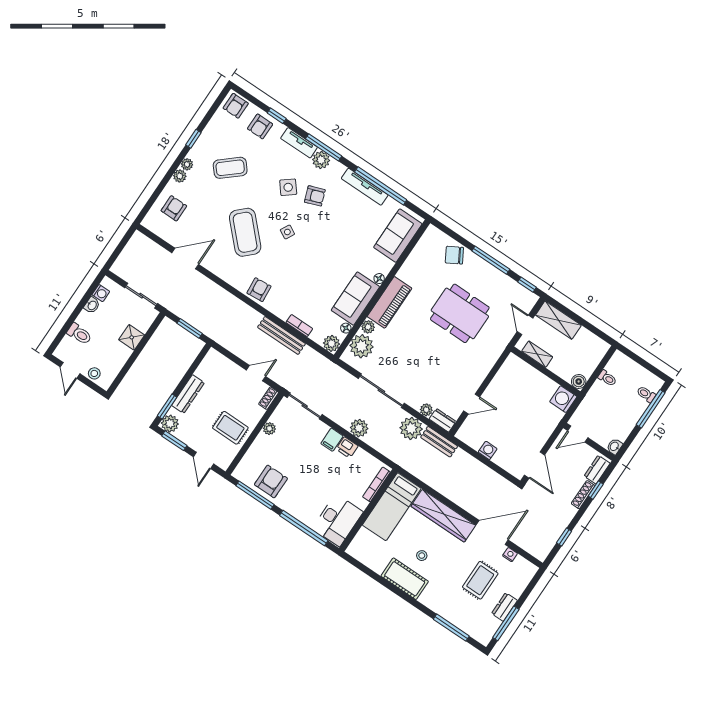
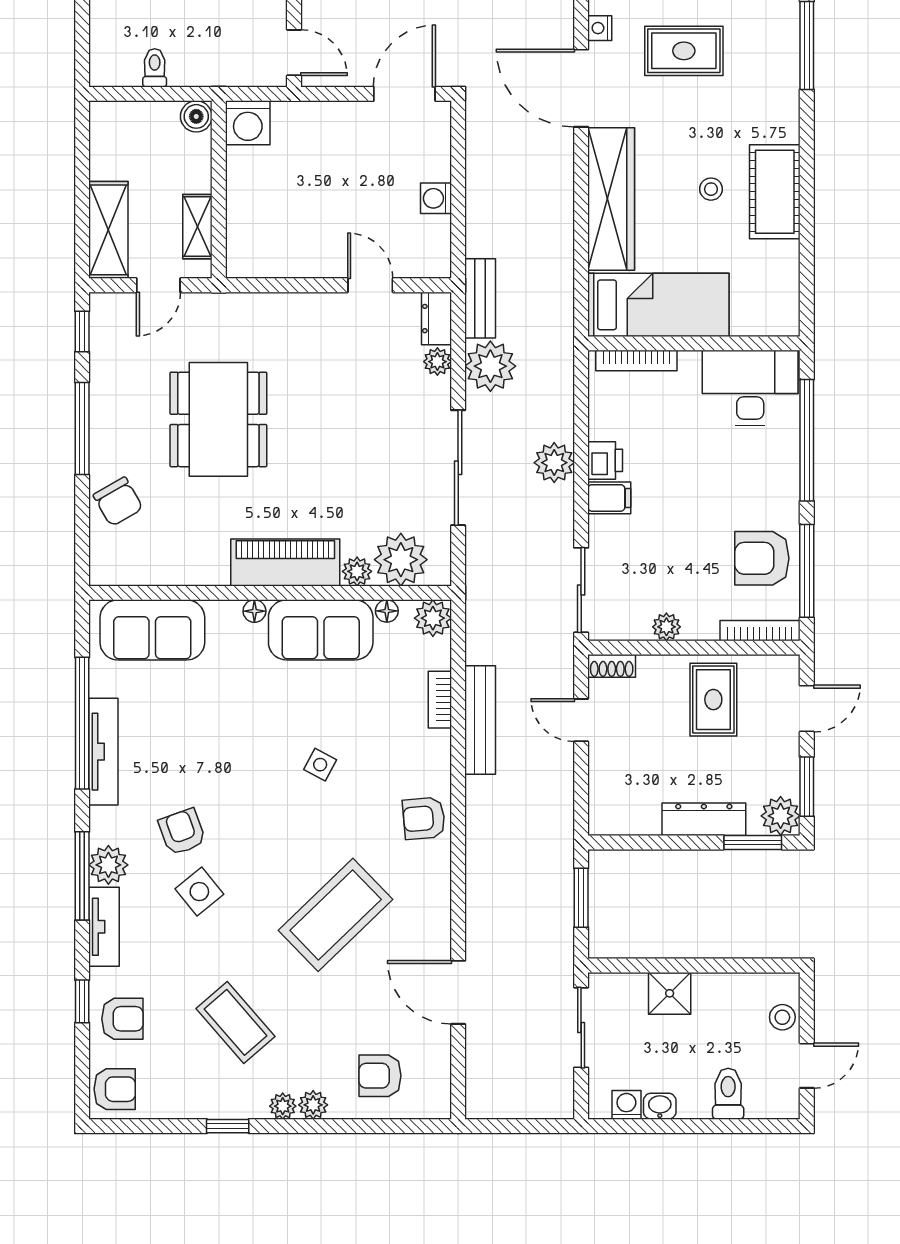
side table: (287, 232) -> (320, 765), moved
bookcase: (244, 463) -> (760, 631), added

